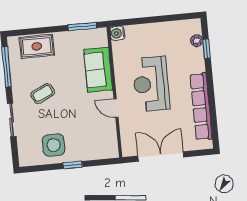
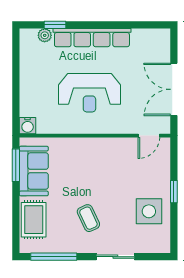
sofa: (98, 70) -> (34, 171), moved, turned -90
row of seats: (201, 107) -> (92, 38), moved
door: (116, 108) -> (149, 136), moved

